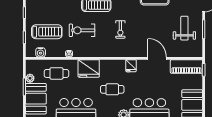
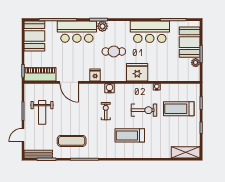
water cooler: (41, 52) -> (110, 88), moved
cafe table: (56, 73) -> (169, 67), removed

